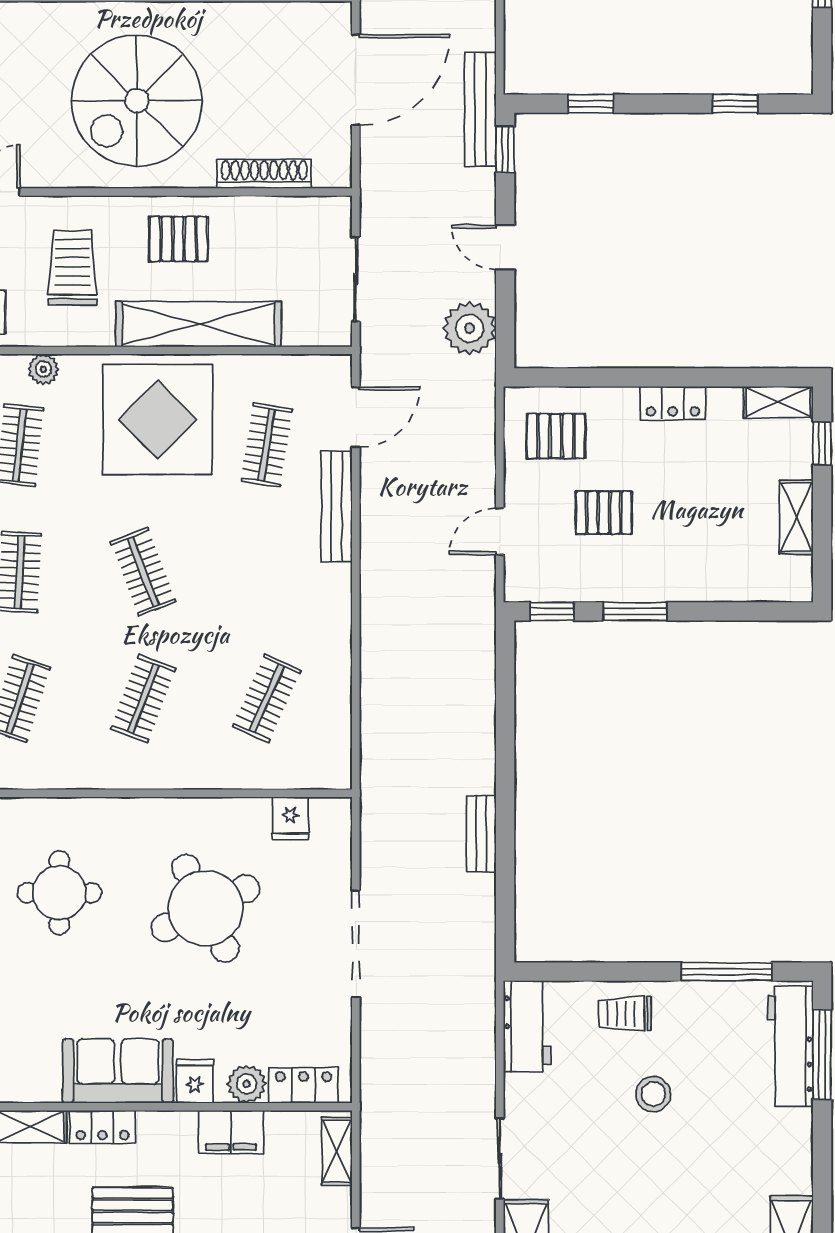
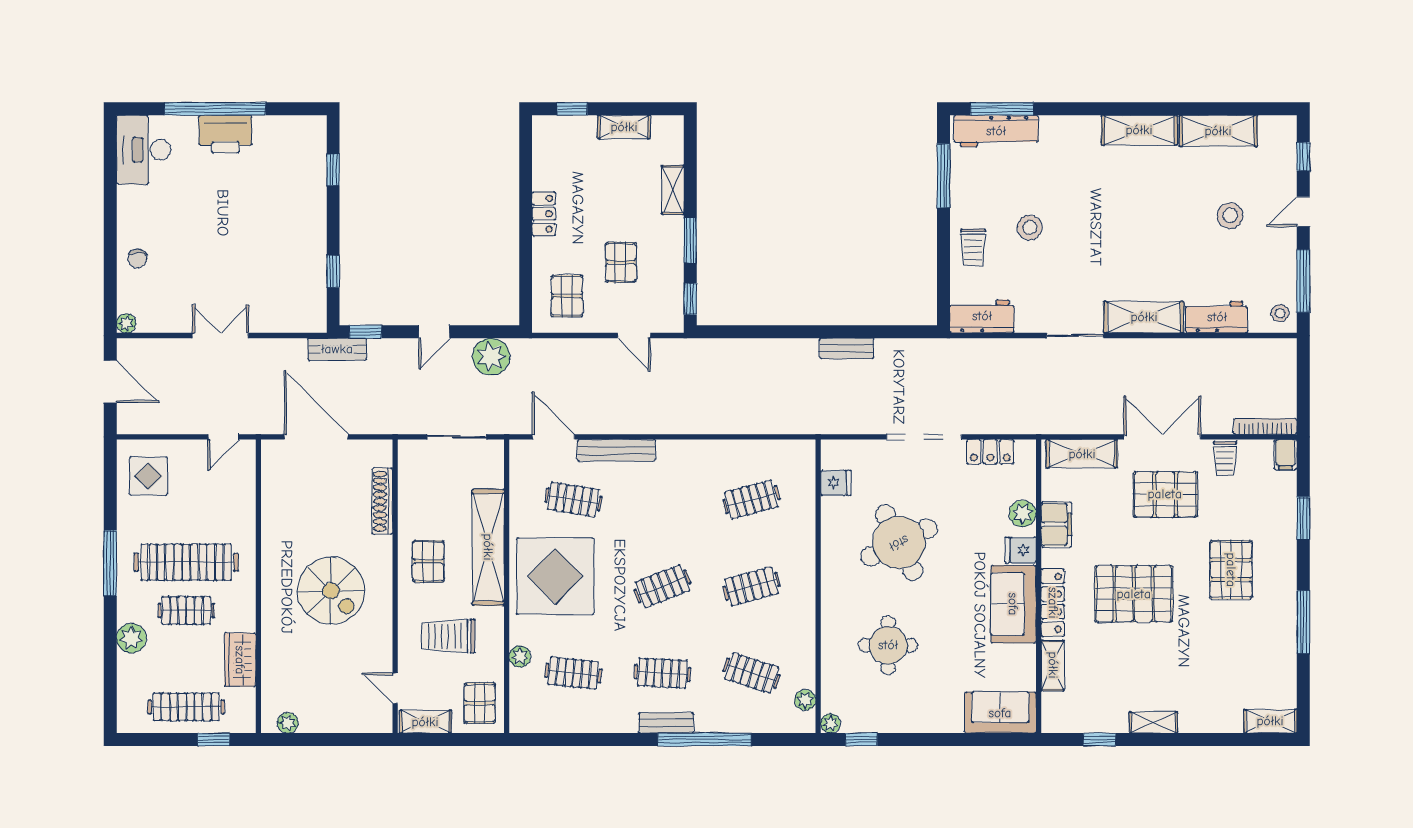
spiral stairs: (137, 101) -> (331, 591), width x0.73, depth x0.73
bench: (480, 109) -> (337, 349), width x0.73
shelving: (778, 402) -> (673, 190), moved
clothes rail: (143, 699) -> (752, 586), turned -36
clothes rail: (267, 699) -> (752, 499), turned -39
locker: (304, 1085) -> (990, 452), moved, turned -90
locker: (102, 1127) -> (1053, 603), width x1.53
shelving: (337, 1151) -> (1082, 454), width x1.50, depth x1.33

